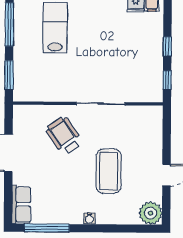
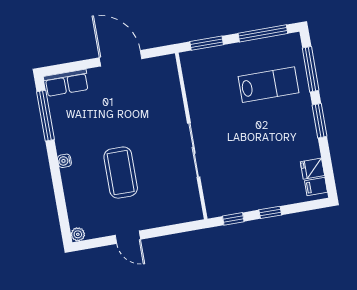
wheelchair: (64, 136) -> (151, 116), removed
coffee table: (109, 171) -> (121, 173), turned 90
plant: (151, 213) -> (78, 234), width x0.53, depth x0.53

